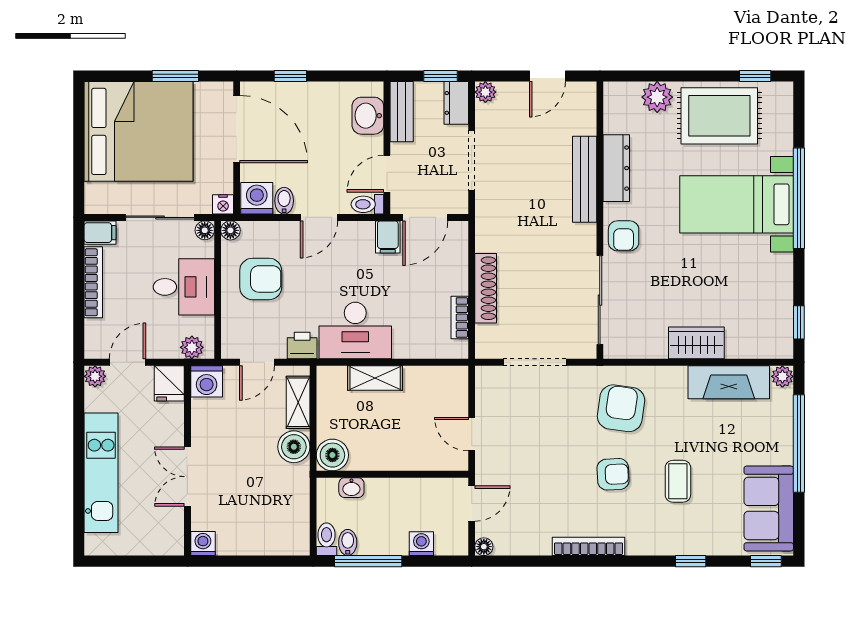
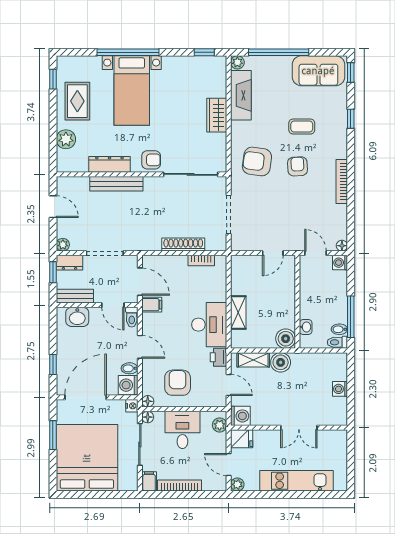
rug: (719, 116) -> (77, 101), width x0.73, depth x0.70
washing machine: (203, 544) -> (340, 389), moved
washing machine: (421, 544) -> (340, 263), moved

